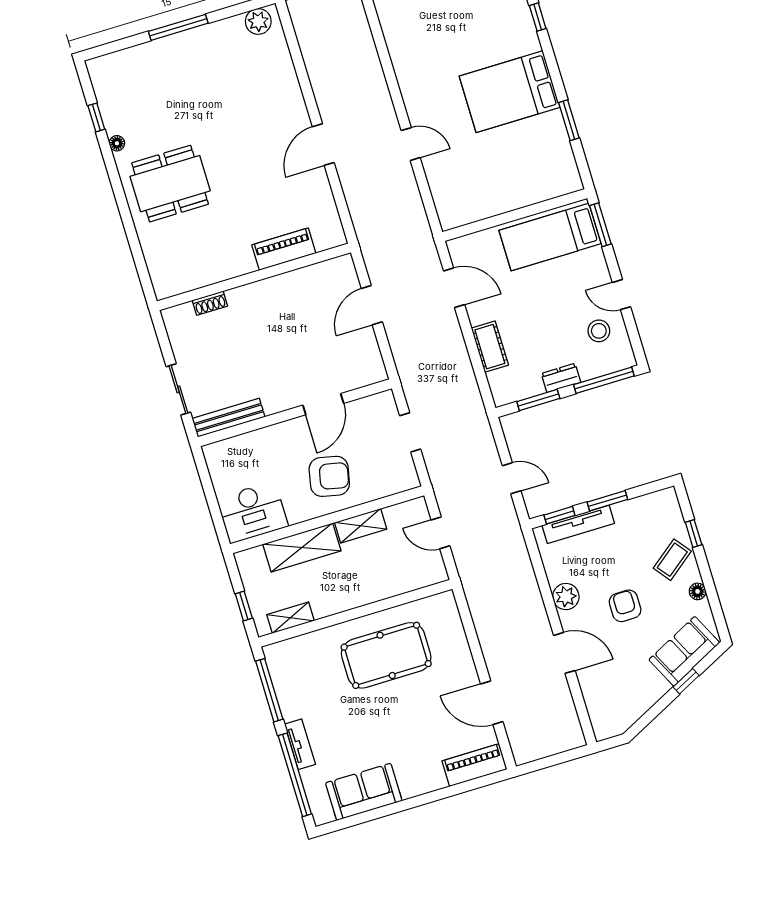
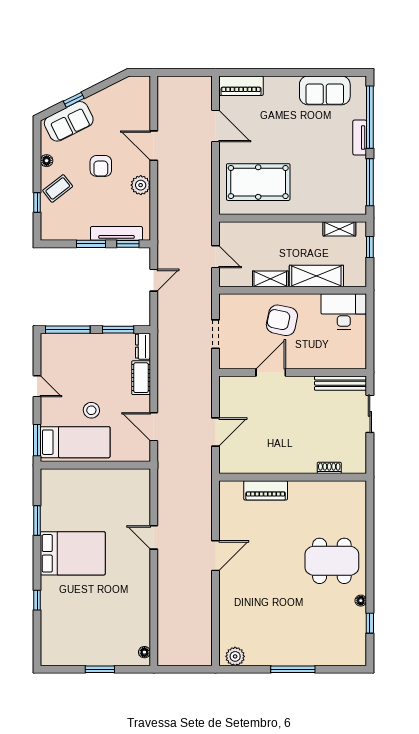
stool: (599, 331) -> (91, 410), moved
dresser: (561, 378) -> (143, 346), moved, turned 90
door: (512, 478) -> (154, 280), swing flipped
pool table: (386, 655) -> (258, 182), moved

